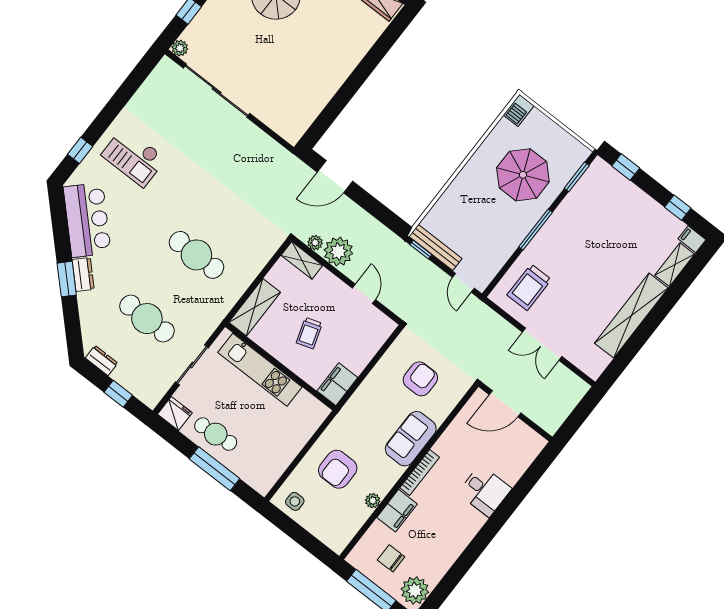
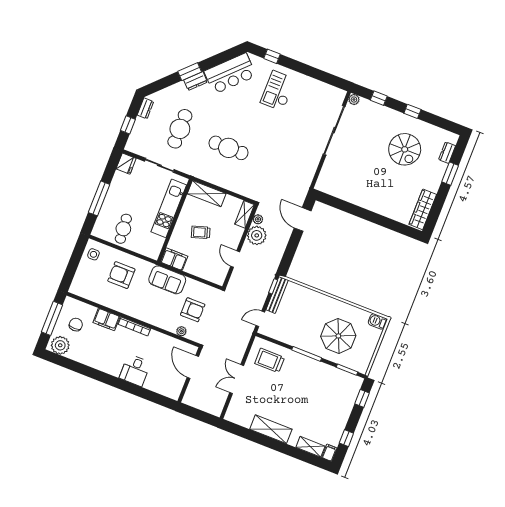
cafe table: (196, 255) -> (228, 148), turned 90
door: (364, 294) -> (235, 259), swing flipped
shelving: (631, 316) -> (271, 429), width x0.68
cafe table: (216, 434) -> (123, 229), moved
sofa: (411, 439) -> (167, 280), moved, turned 180
plant: (373, 501) -> (181, 331), moved

